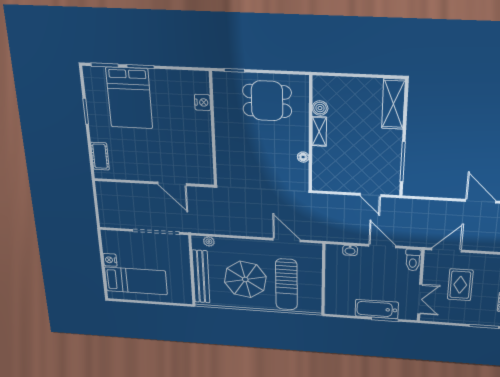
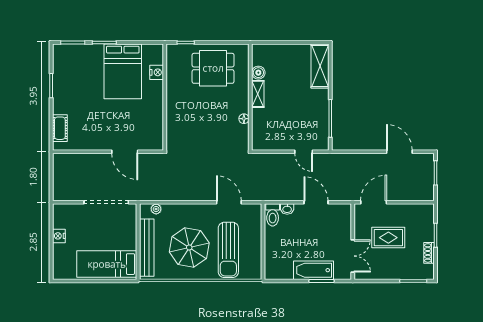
bed: (129, 98) -> (123, 71), moved
toilet: (413, 260) -> (273, 215), moved
bed: (136, 281) -> (107, 264), moved, turned 180
rug: (460, 285) -> (388, 238), turned 90

